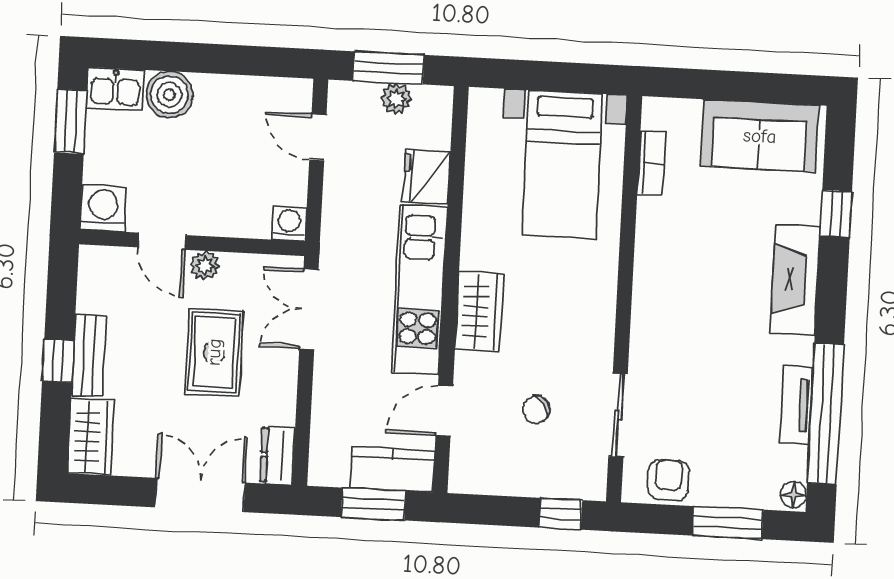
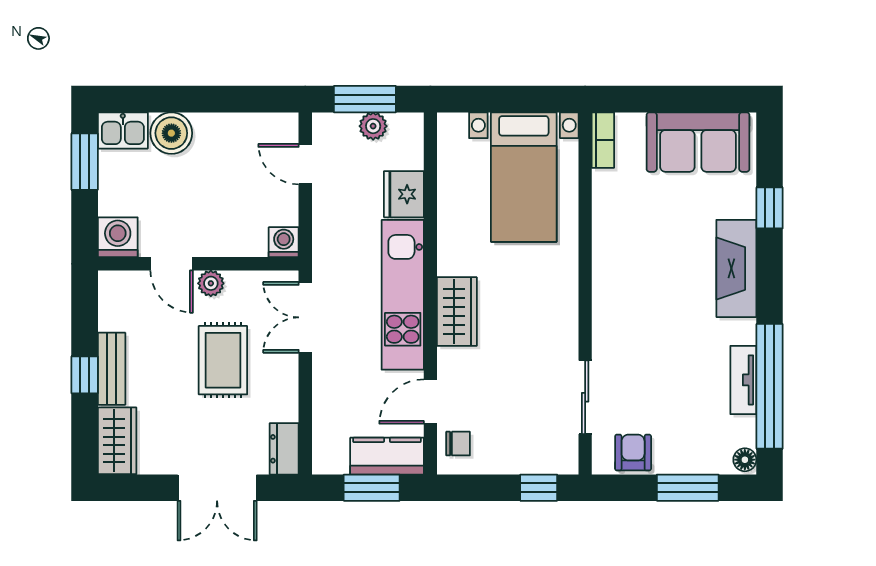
bookcase: (651, 163) -> (603, 140), moved
chair: (536, 410) -> (458, 444), moved, turned -143
double door: (200, 495) -> (217, 488), swing flipped

